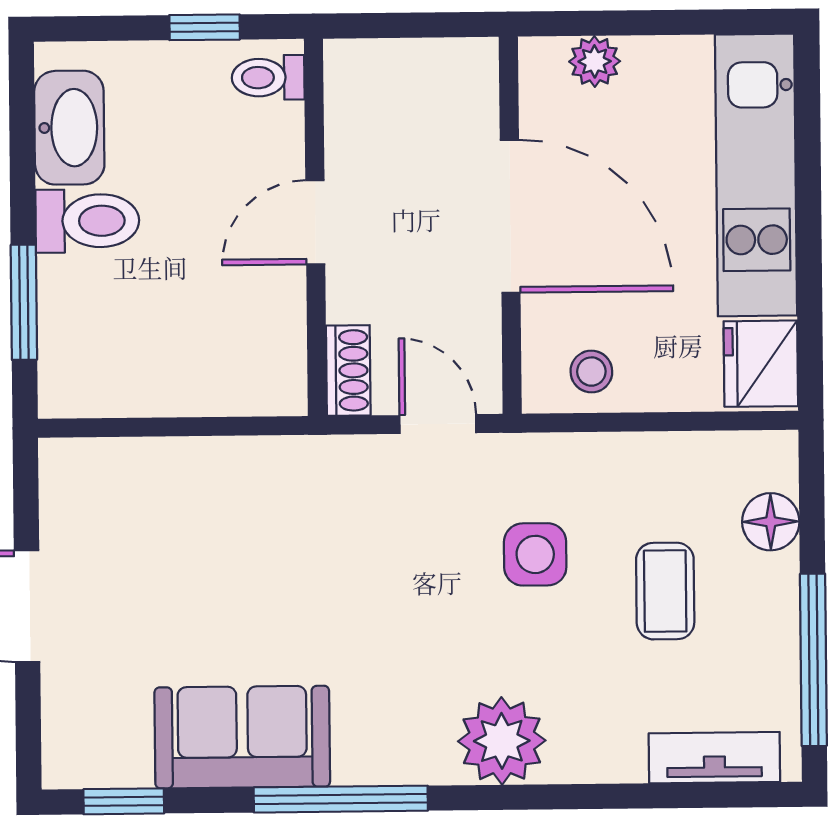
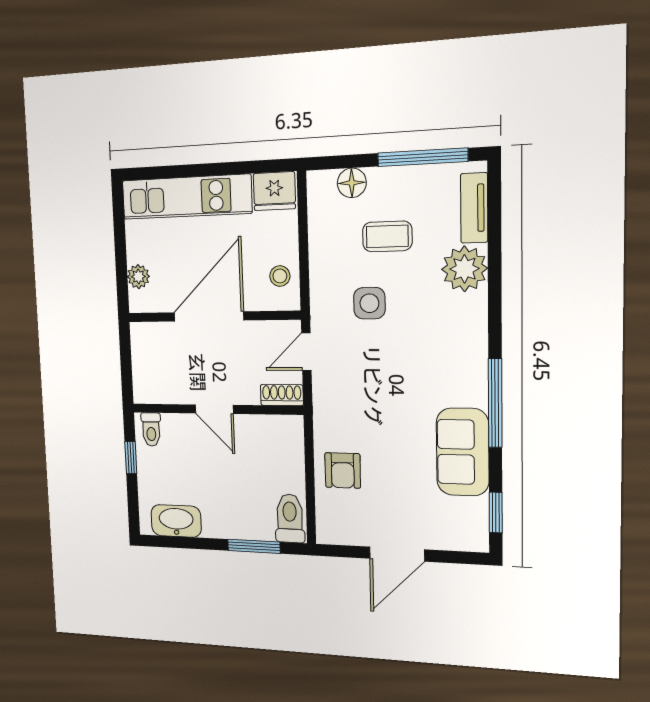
toilet: (87, 221) -> (290, 518), moved
armchair: (195, 496) -> (343, 470), added
plant: (502, 741) -> (465, 269), moved

